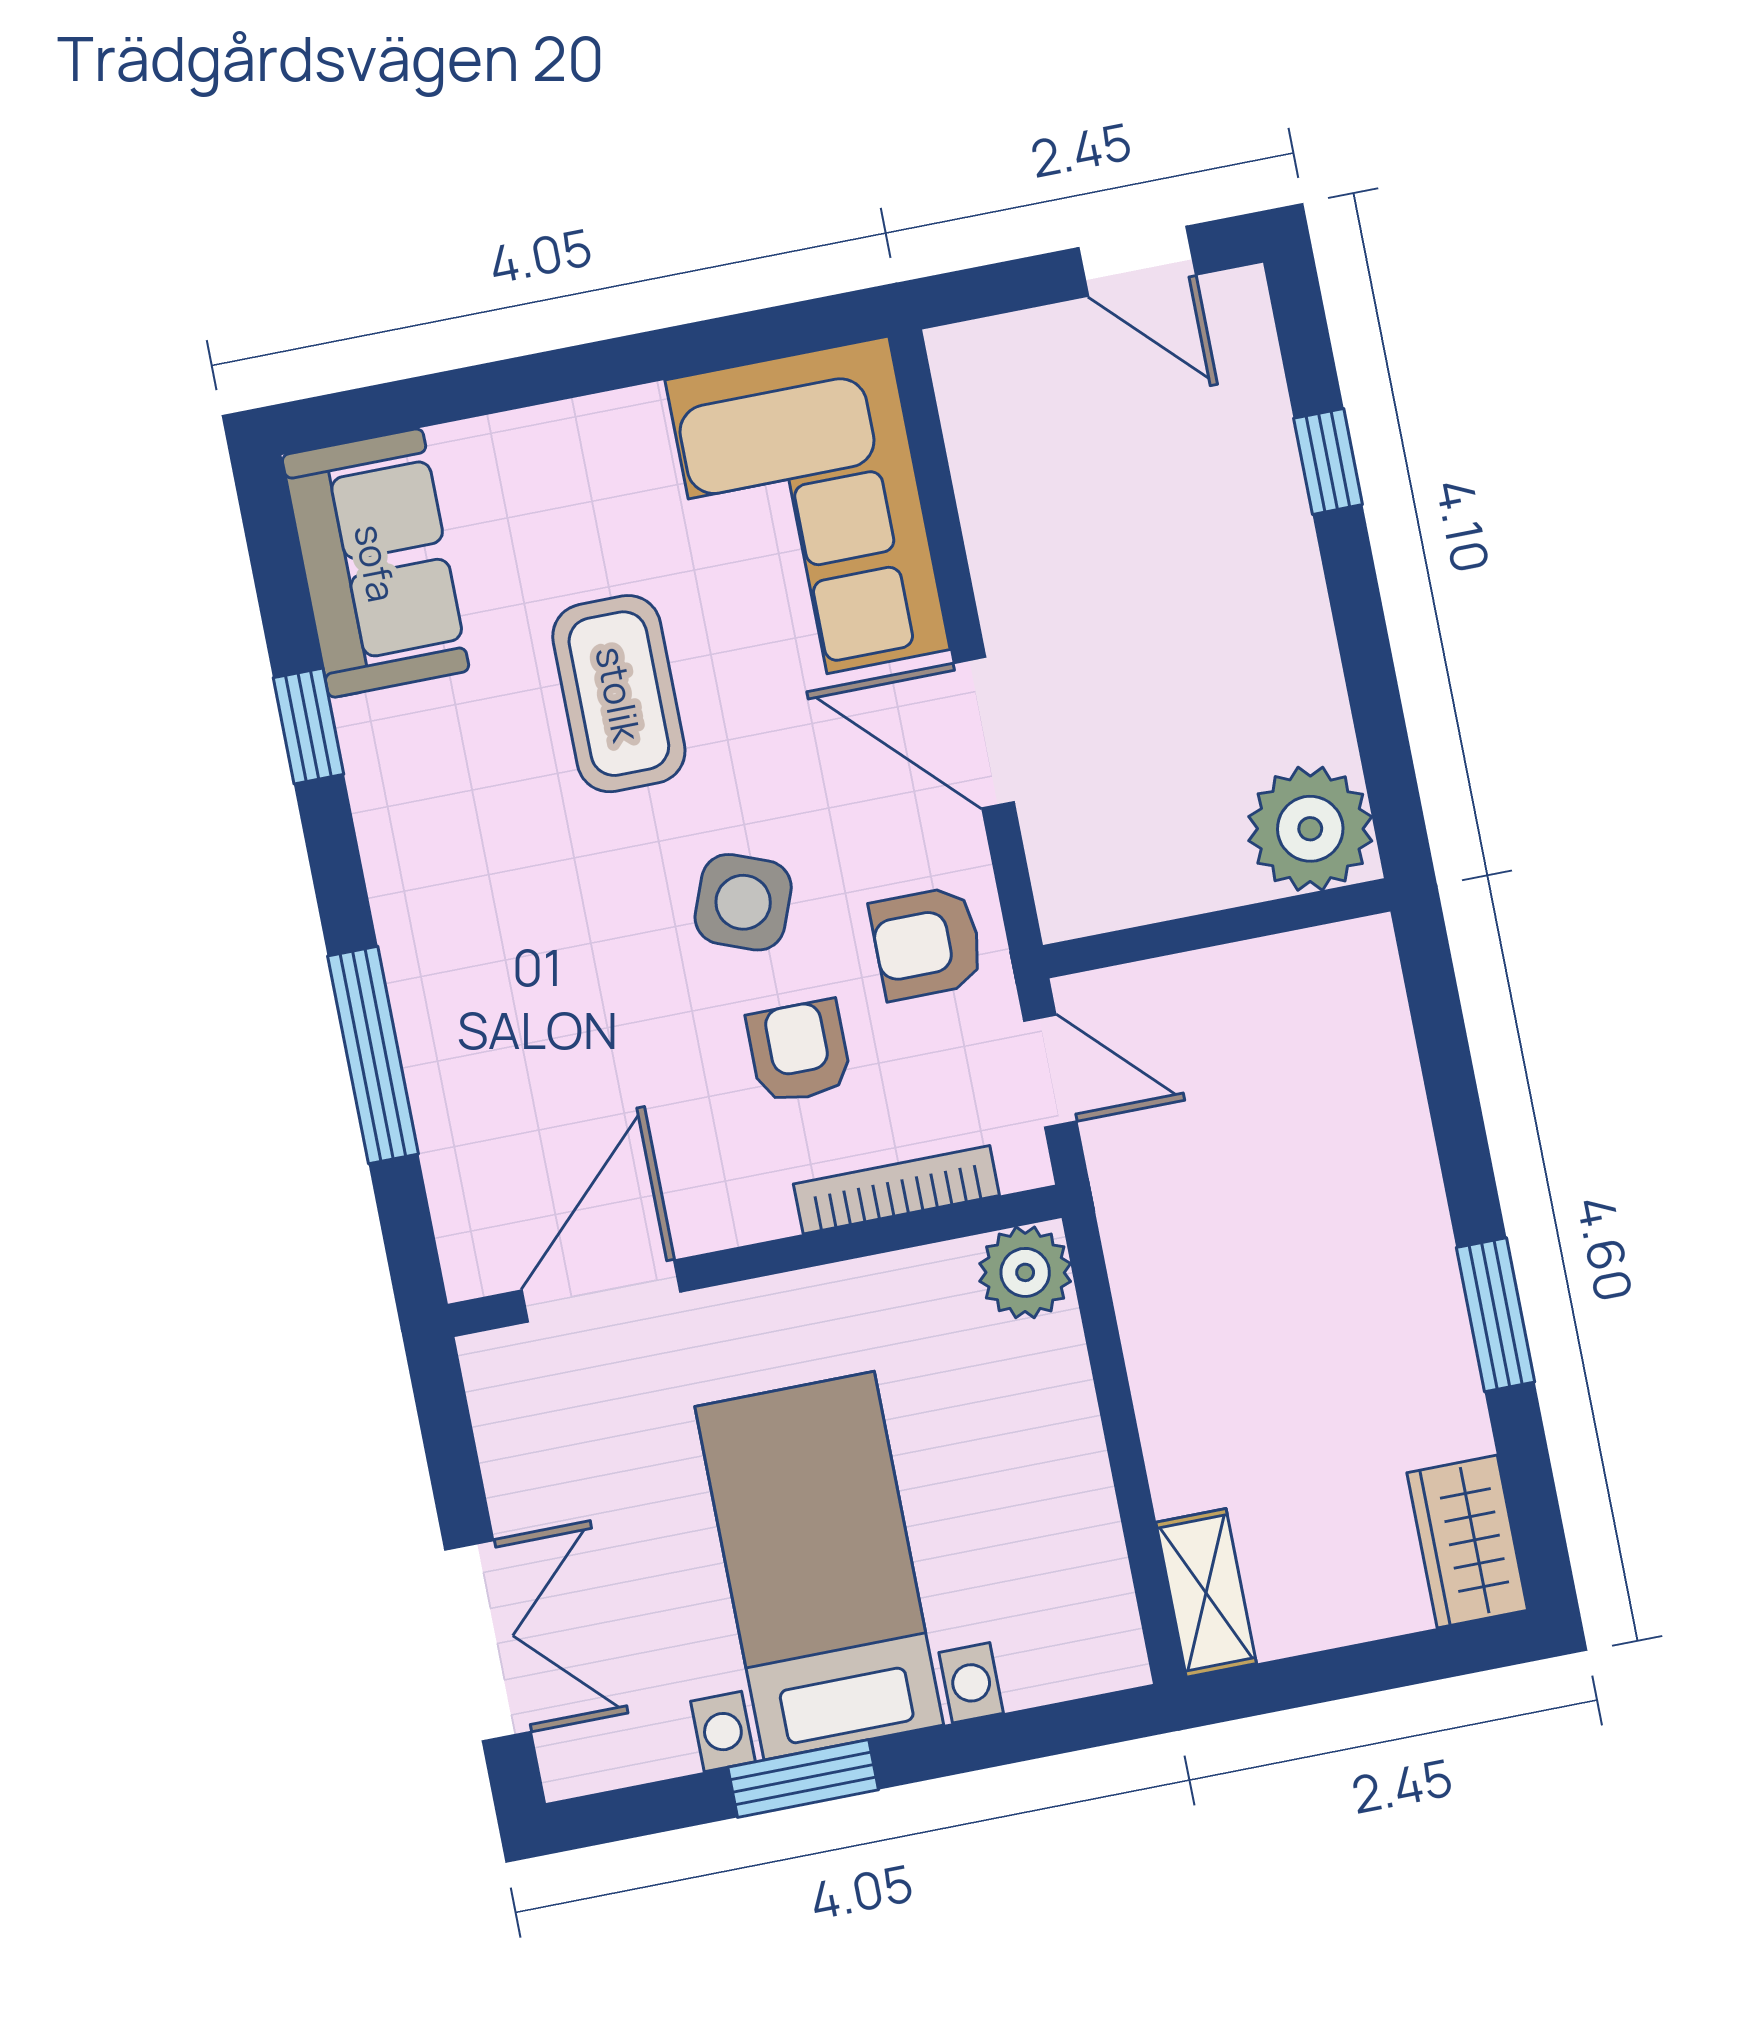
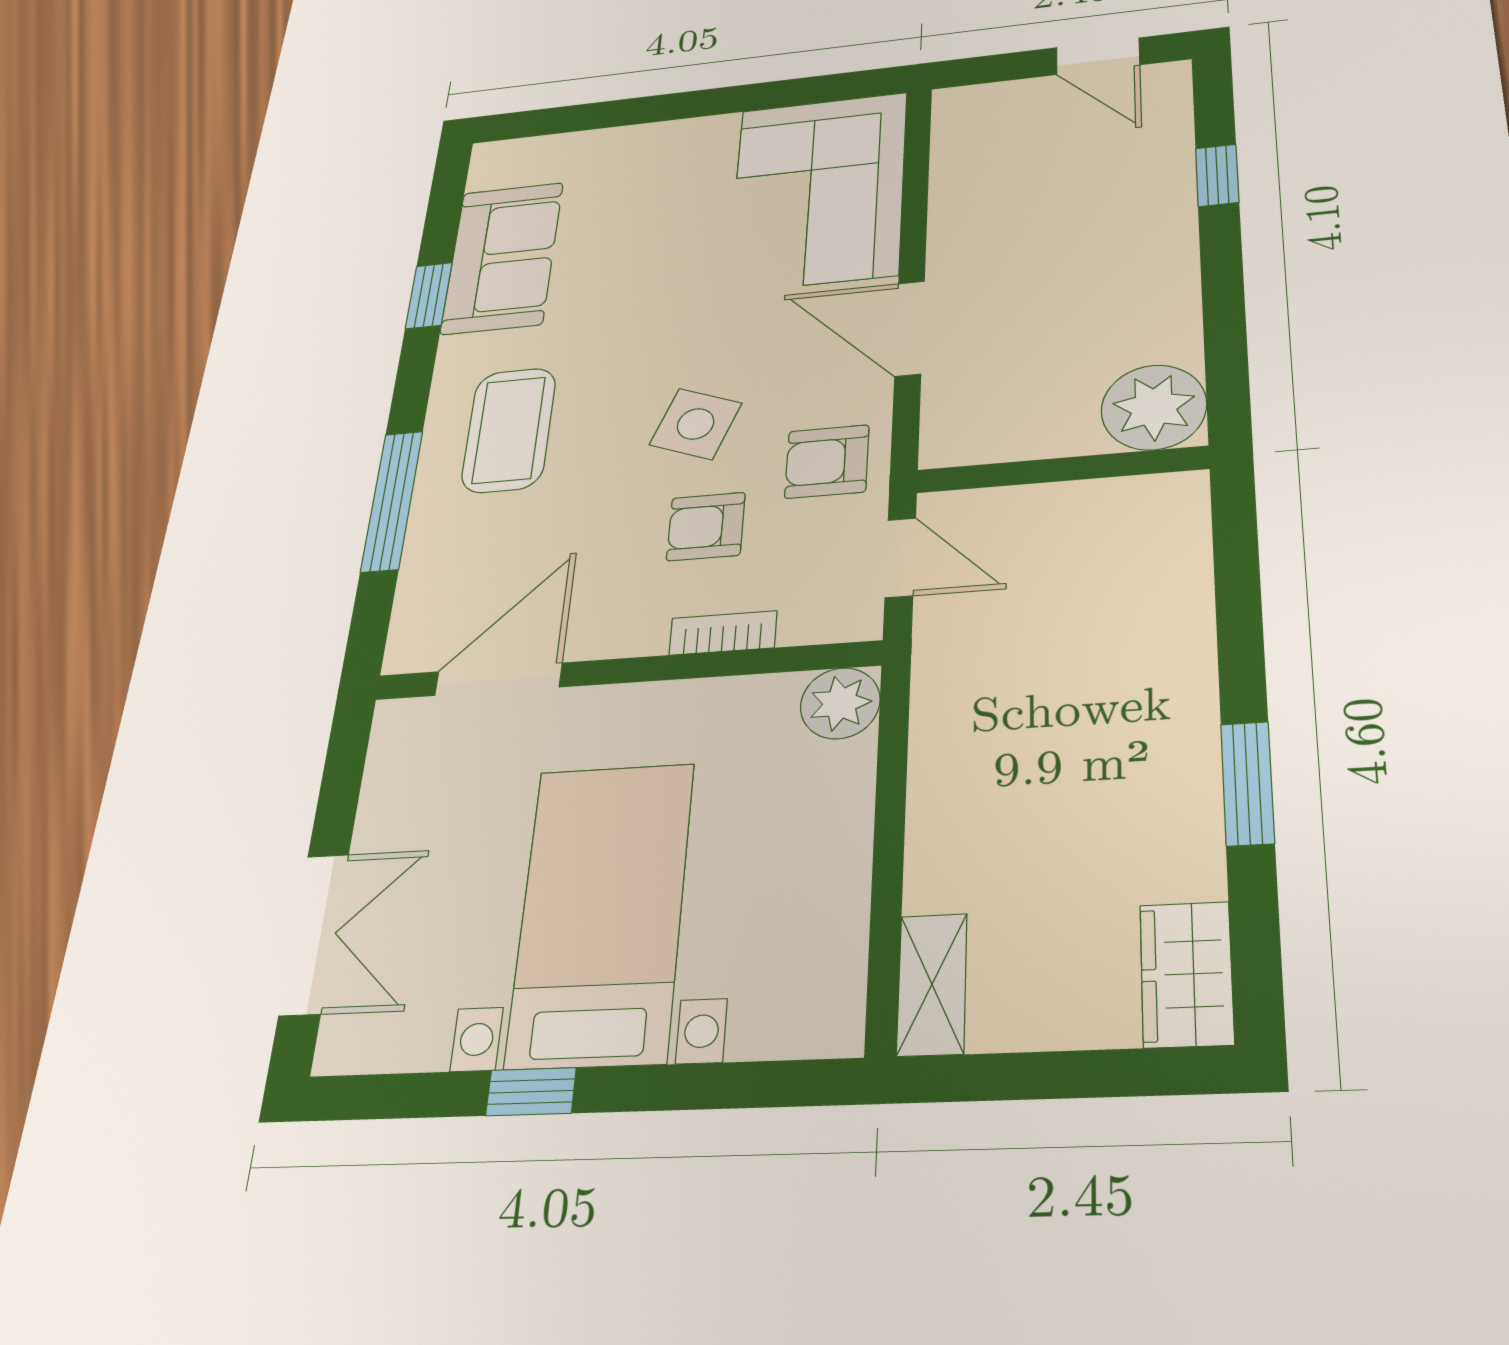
sofa: (376, 563) -> (502, 258), moved
coffee table: (619, 694) -> (509, 430), moved
armchair: (799, 1052) -> (706, 527), turned -90
bookcase: (896, 1190) -> (723, 633), width x0.64
window: (803, 1778) -> (531, 1092), width x0.67

